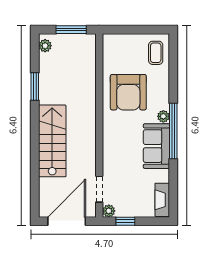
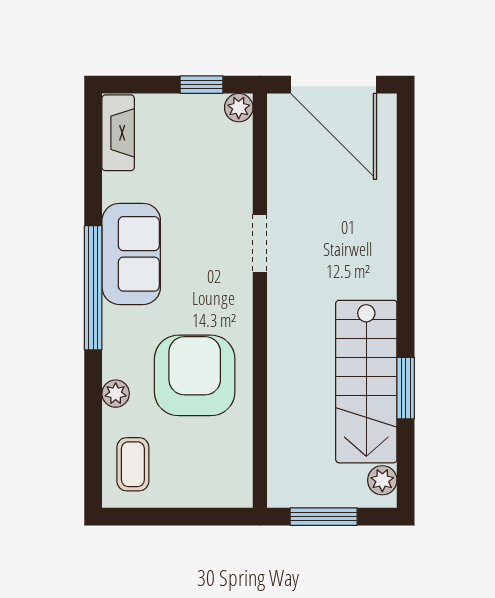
plant: (163, 116) -> (116, 394), moved
stairs: (52, 141) -> (366, 382), moved
doorway: (99, 189) -> (260, 243), moved
door: (67, 221) -> (334, 85), hinge flipped

